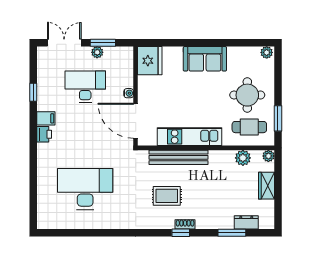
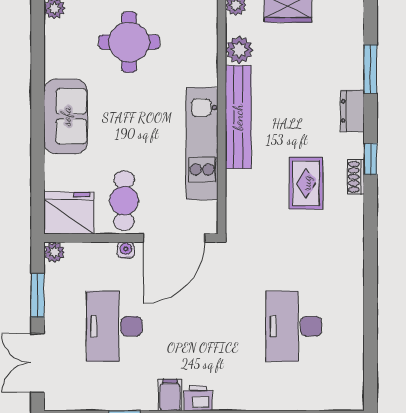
plant: (97, 52) -> (54, 252), moved
cafe table: (249, 127) -> (124, 201), moved
bench: (178, 157) -> (238, 117), moved
desk: (85, 189) -> (294, 326), width x0.73, depth x0.77
dresser: (246, 222) -> (352, 111), moved
shoe rack: (185, 224) -> (356, 177), moved

